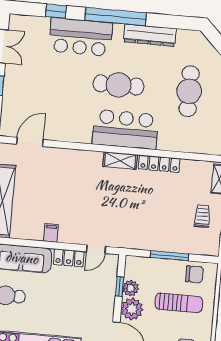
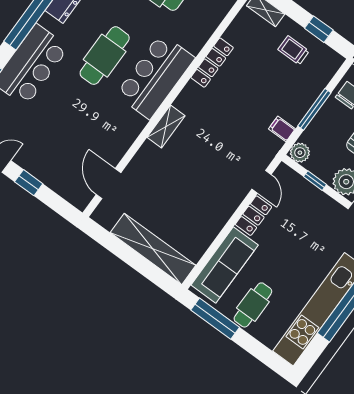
shelving: (120, 161) -> (166, 126), moved
filing cabinet: (51, 233) -> (282, 129), moved
plant: (131, 288) -> (300, 153), moved

